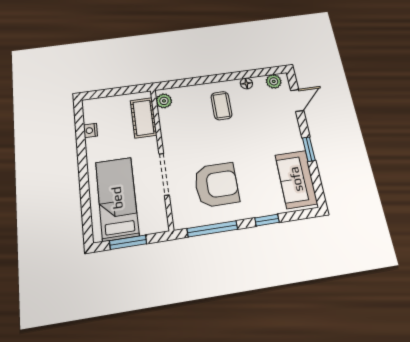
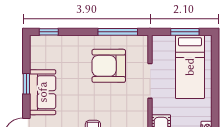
sofa: (296, 179) -> (43, 92), moved
window: (267, 220) -> (49, 32), moved

